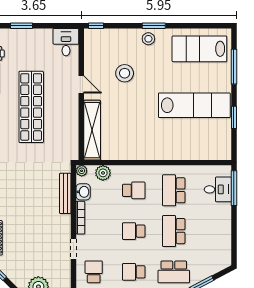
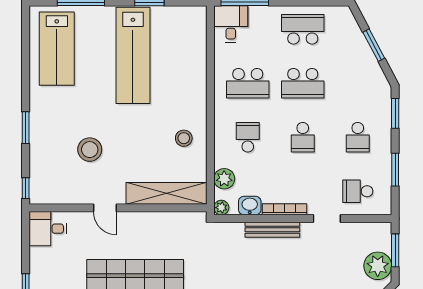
window: (154, 26) -> (26, 128), moved
stool: (148, 39) -> (184, 138), moved
door: (81, 84) -> (105, 208), swing flipped
lab bench: (194, 105) -> (133, 55), turned 180
desk: (218, 189) -> (231, 24), moved
bench: (65, 193) -> (272, 230), moved
school desk: (174, 272) -> (303, 29), moved, turned -90

